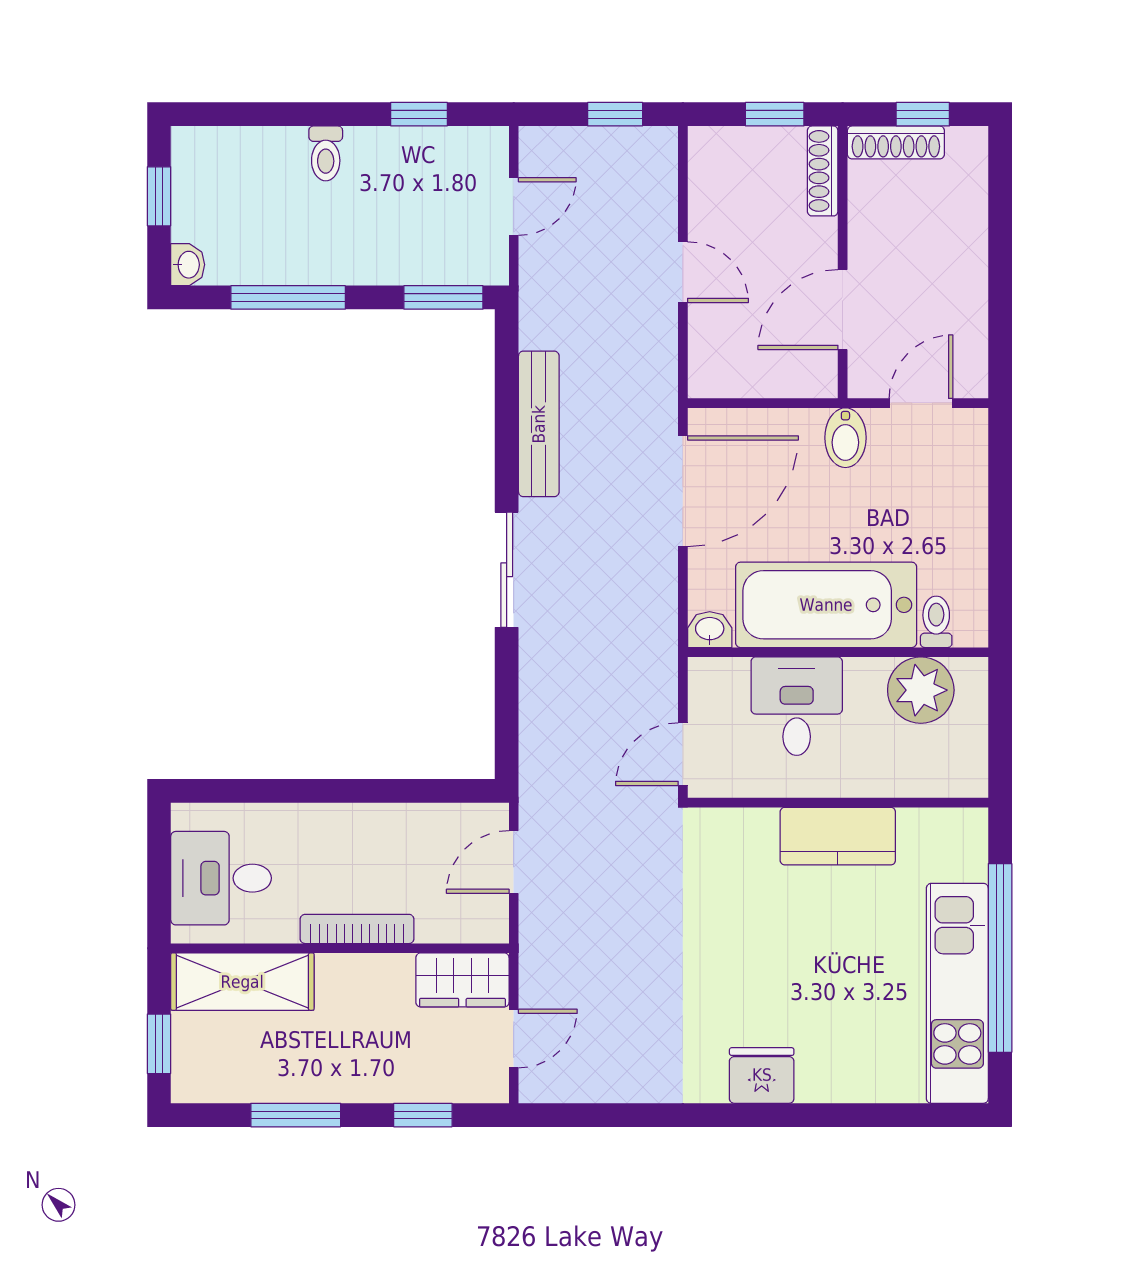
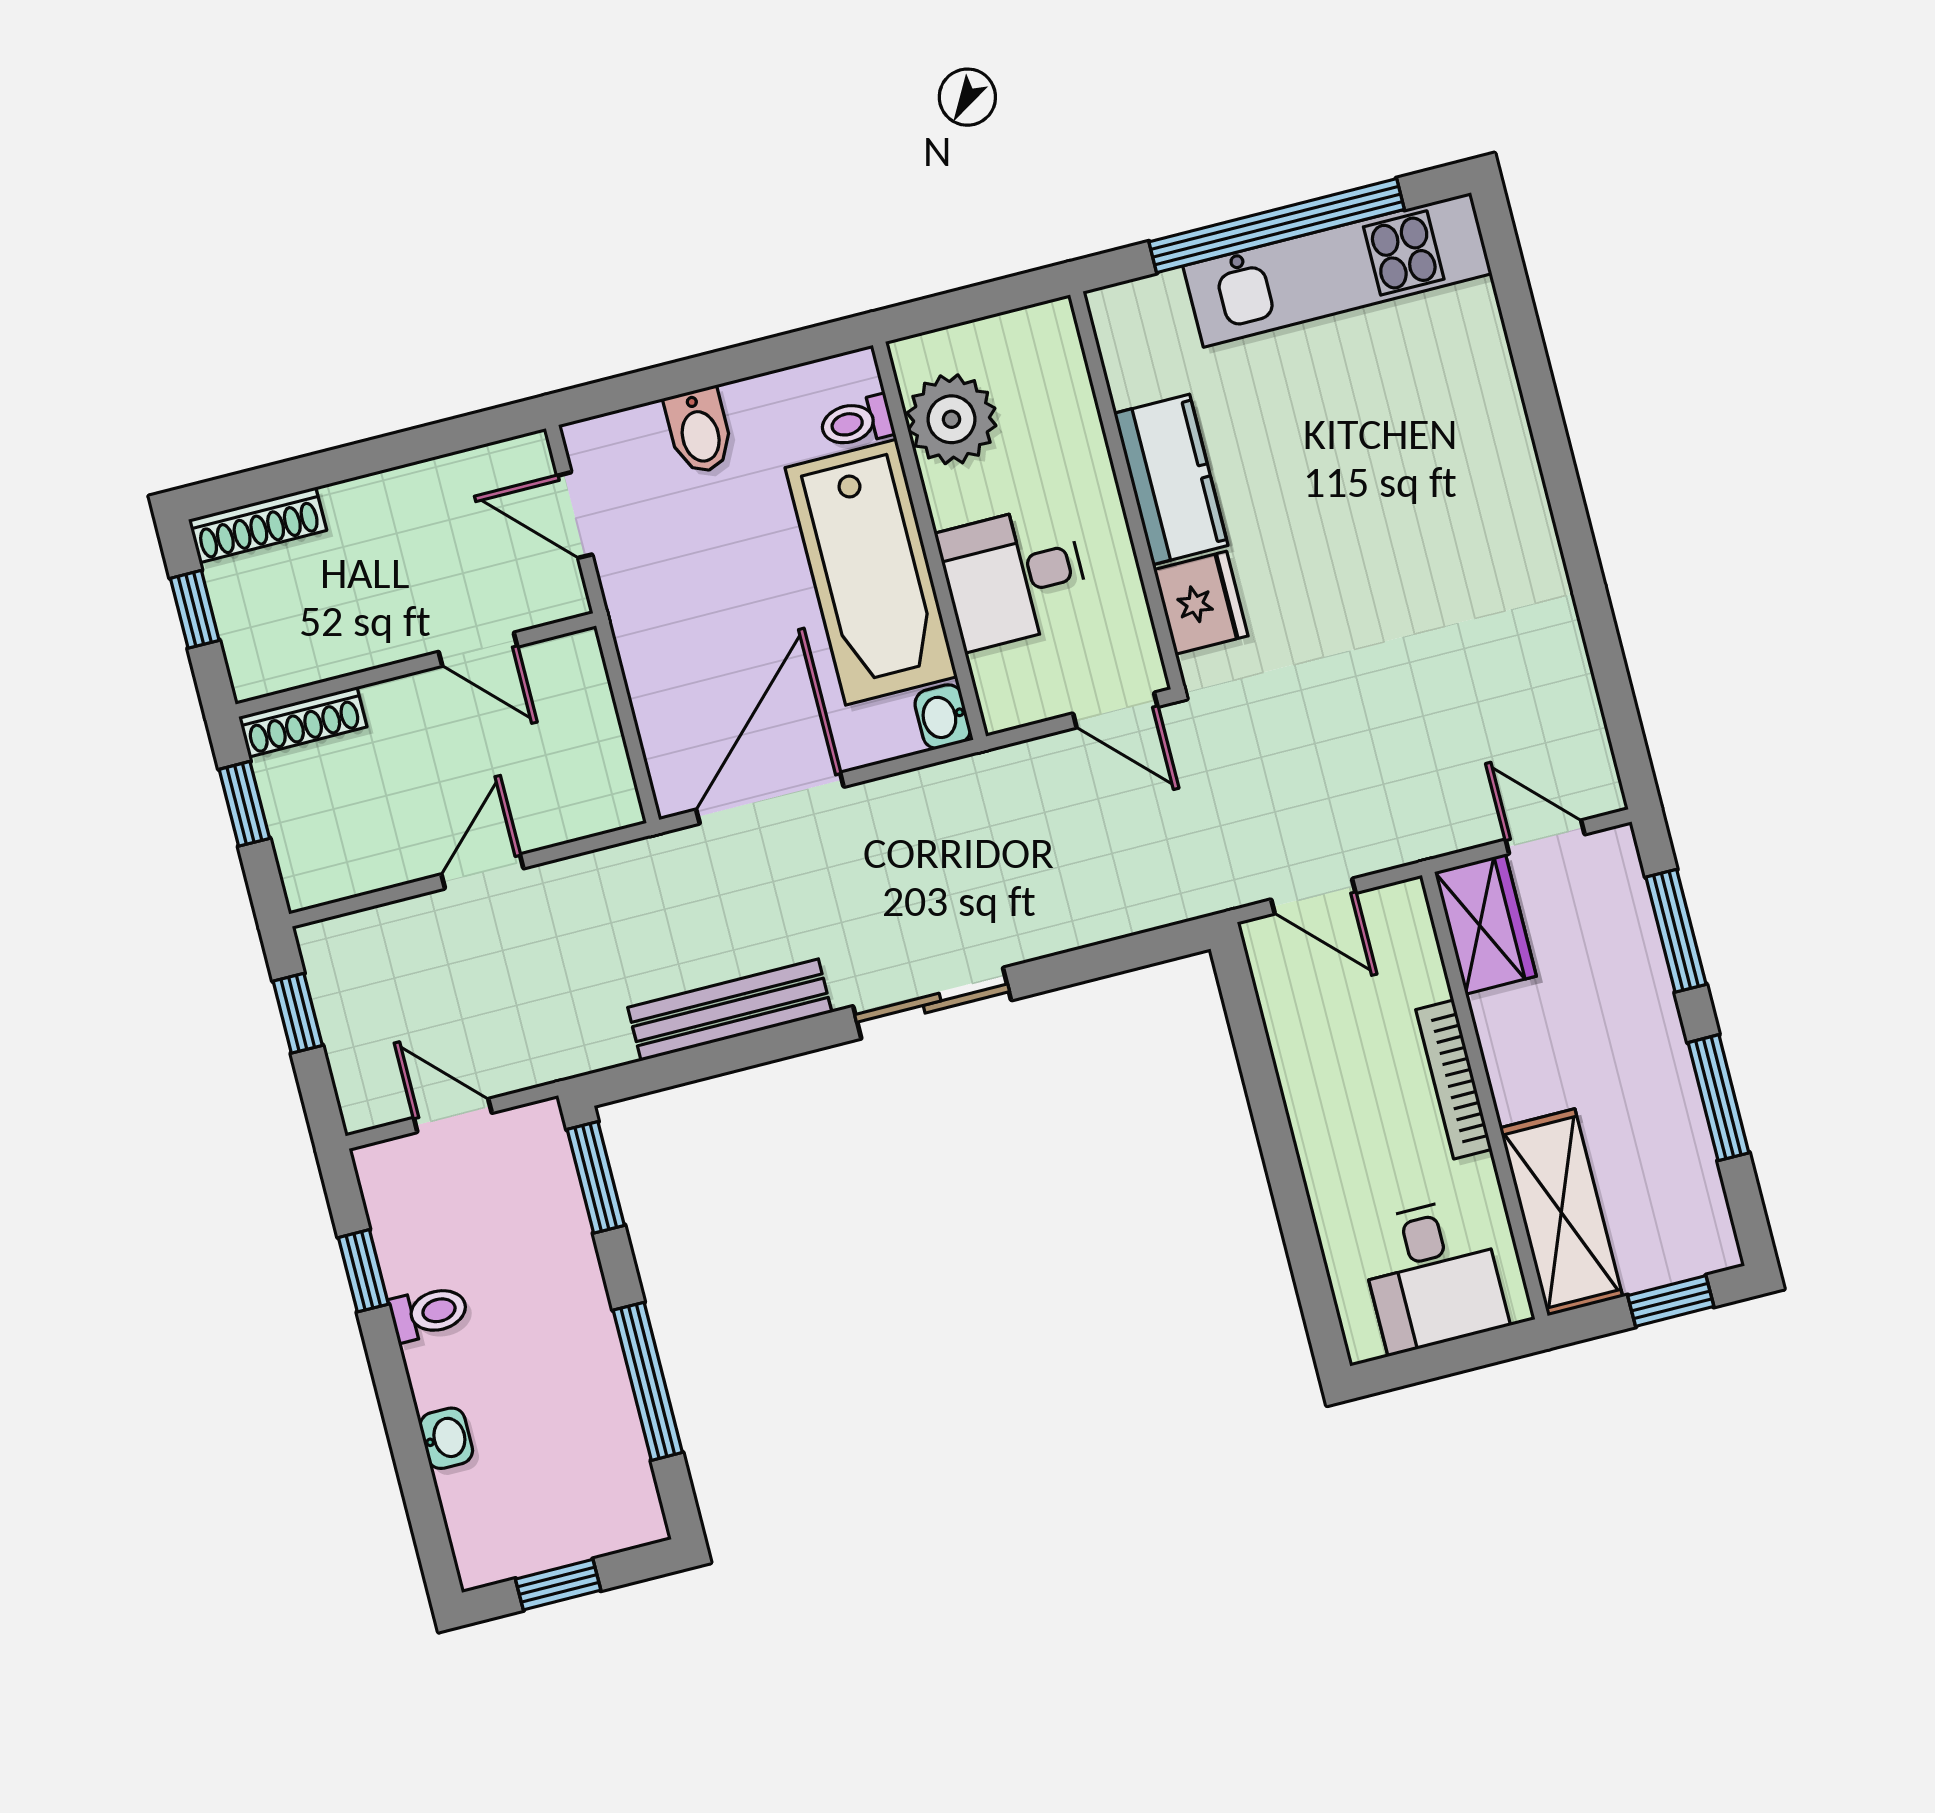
shoe rack: (896, 142) -> (258, 525), moved, turned 90
toilet: (326, 153) -> (429, 1313), moved
washbasin: (188, 265) -> (446, 1438), moved, turned 90
door: (843, 310) -> (478, 649), width x0.73
bidet: (845, 438) -> (699, 431), moved, turned 90
door: (683, 491) -> (770, 798), hinge flipped
fridge: (762, 1075) -> (1201, 603), moved, turned 180
window: (423, 1115) -> (1676, 931), width x1.50

